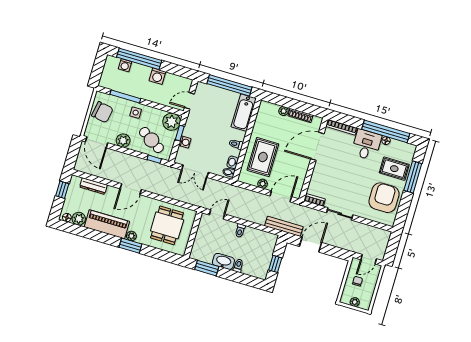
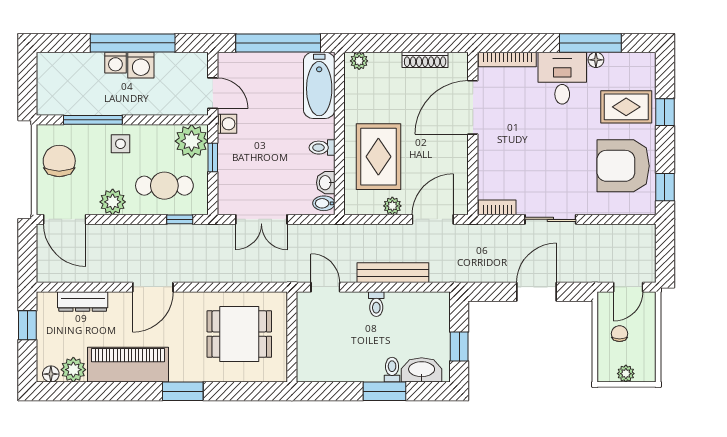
window: (139, 59) -> (133, 43), moved
washing machine: (125, 65) -> (115, 63), moved
door: (189, 101) -> (213, 93), swing flipped
plant: (284, 111) -> (359, 61), moved
chair: (102, 112) -> (59, 161), turned -100
window: (386, 131) -> (590, 43), width x0.68
cafe table: (151, 140) -> (164, 186), turned -32
washing machine: (185, 142) -> (227, 124), moved
window: (413, 177) -> (665, 112), width x0.46
armchair: (384, 198) -> (623, 166), turned -90
window: (402, 214) -> (665, 187), added
door: (217, 215) -> (325, 287), hinge flipped
dining table: (167, 225) -> (239, 334), turned 90
bench: (284, 226) -> (393, 273), moved
plant: (131, 236) -> (180, 373), removed
door: (310, 245) -> (537, 292), moved
washbasin: (223, 261) -> (422, 370), moved
window: (207, 268) -> (385, 391), moved

